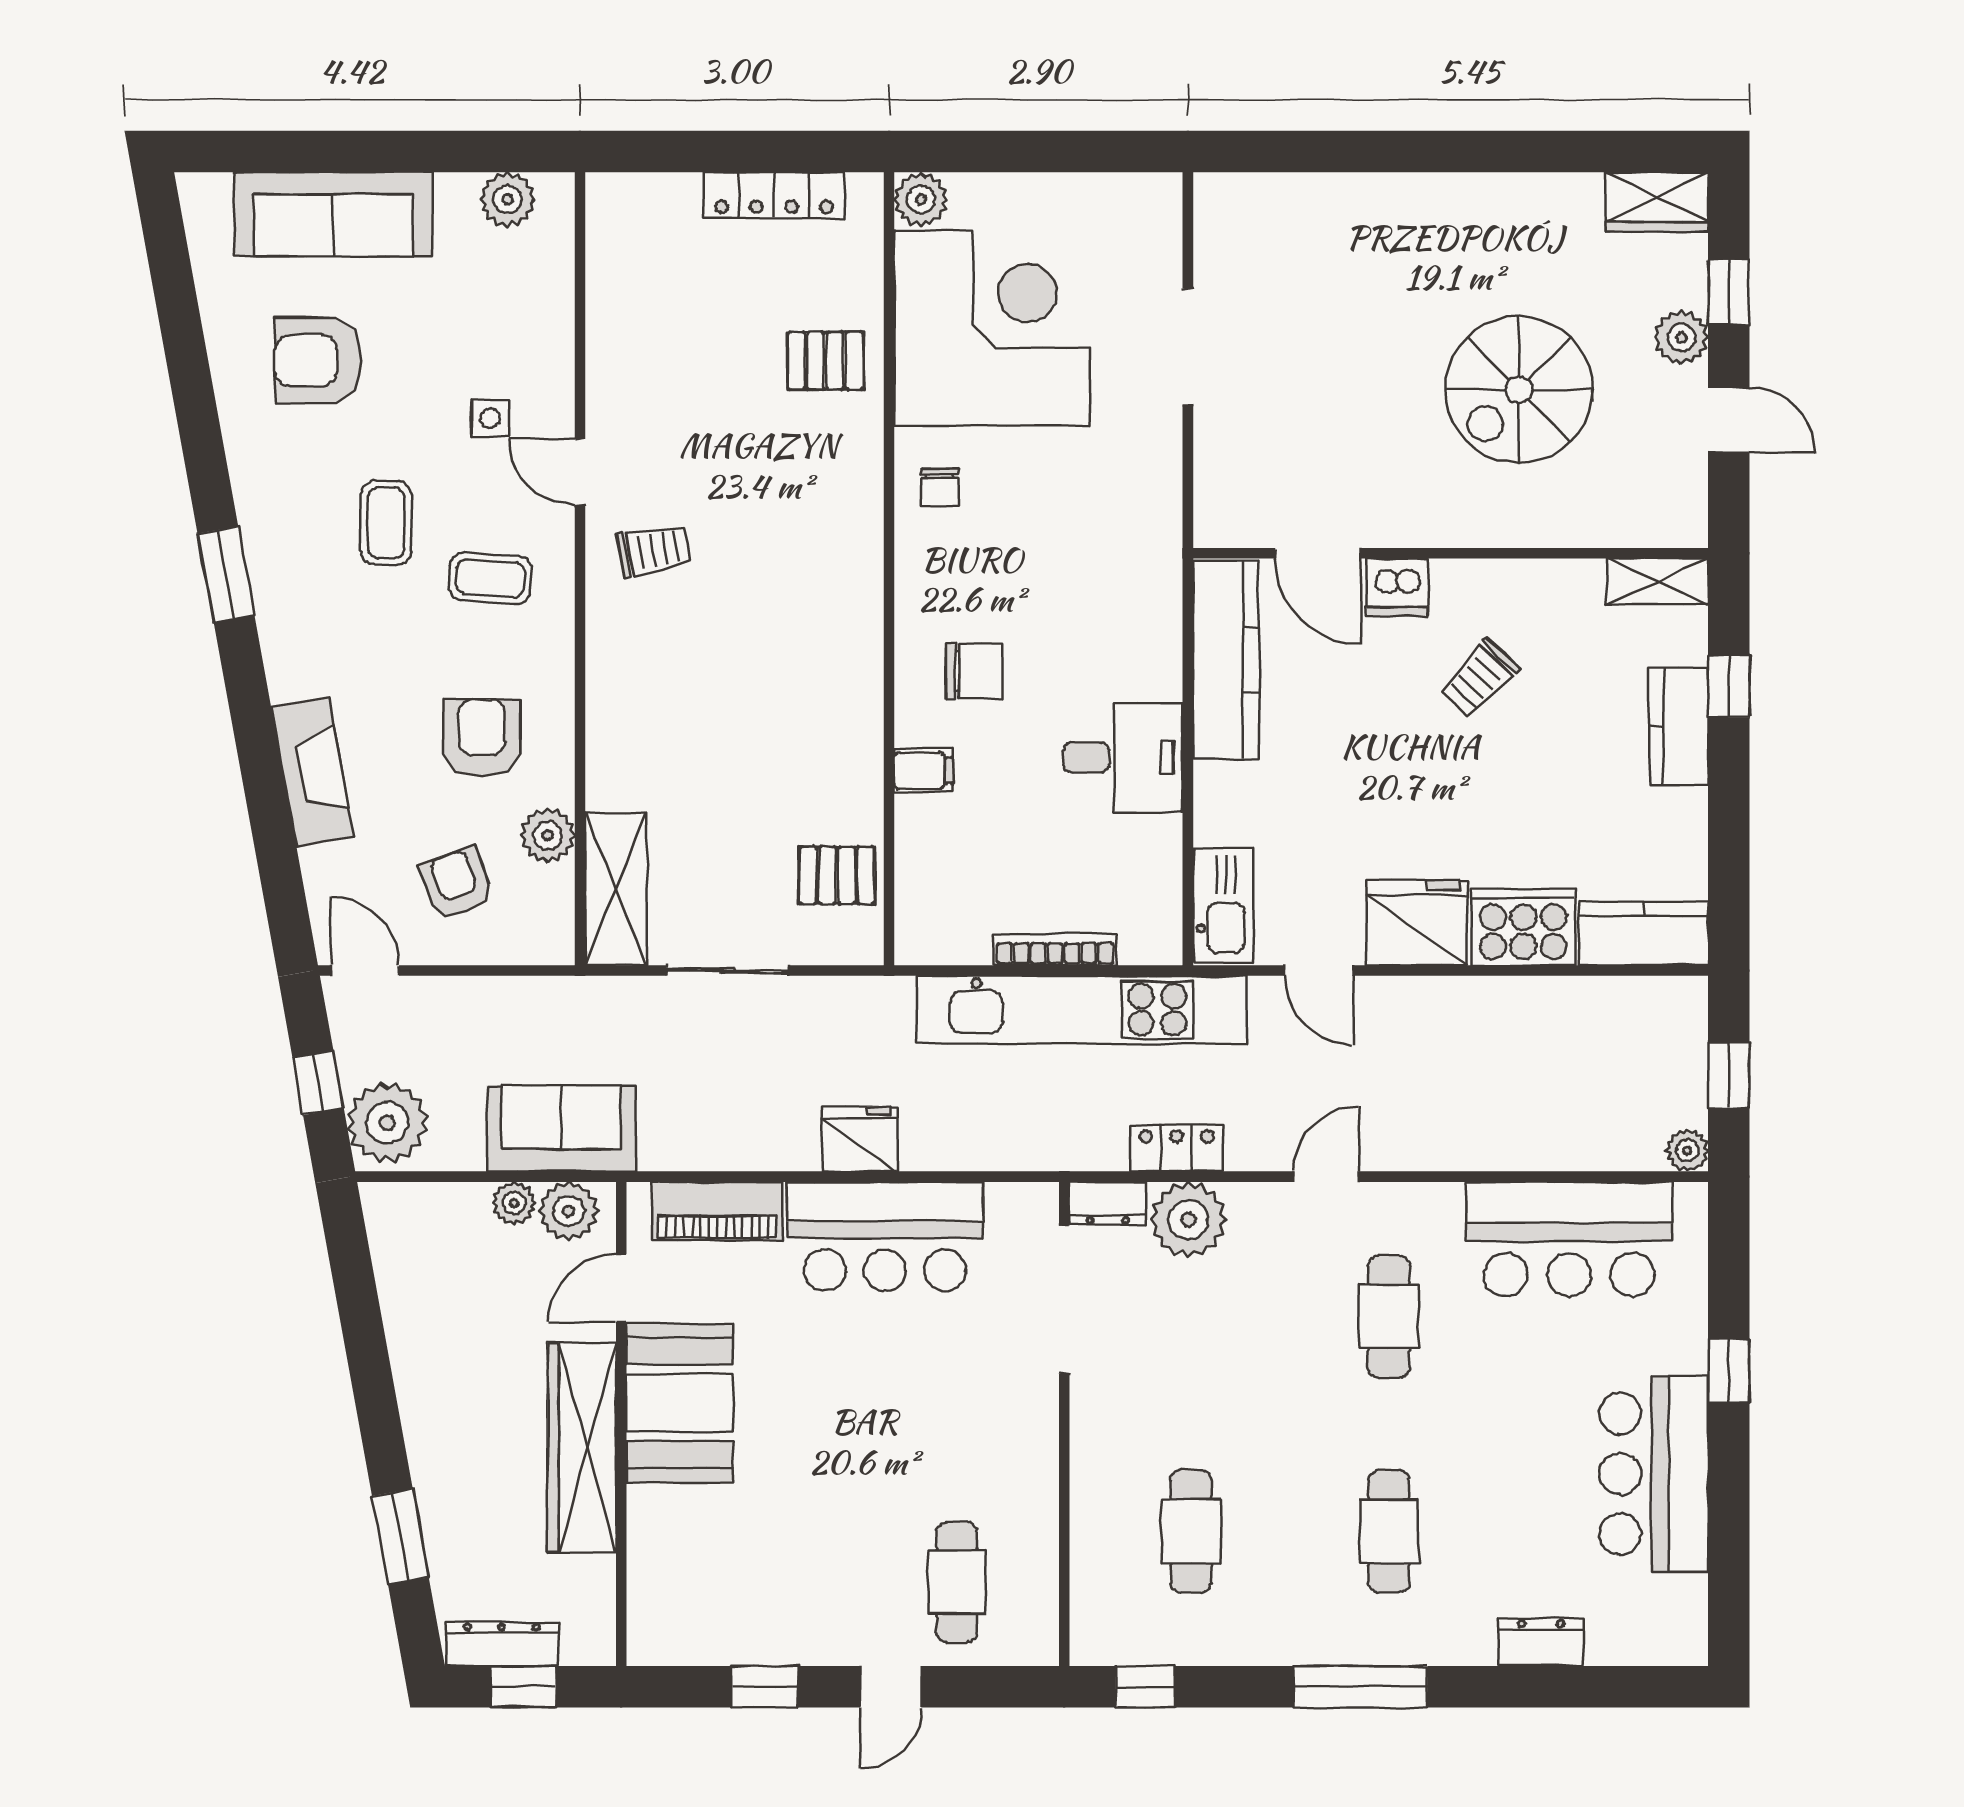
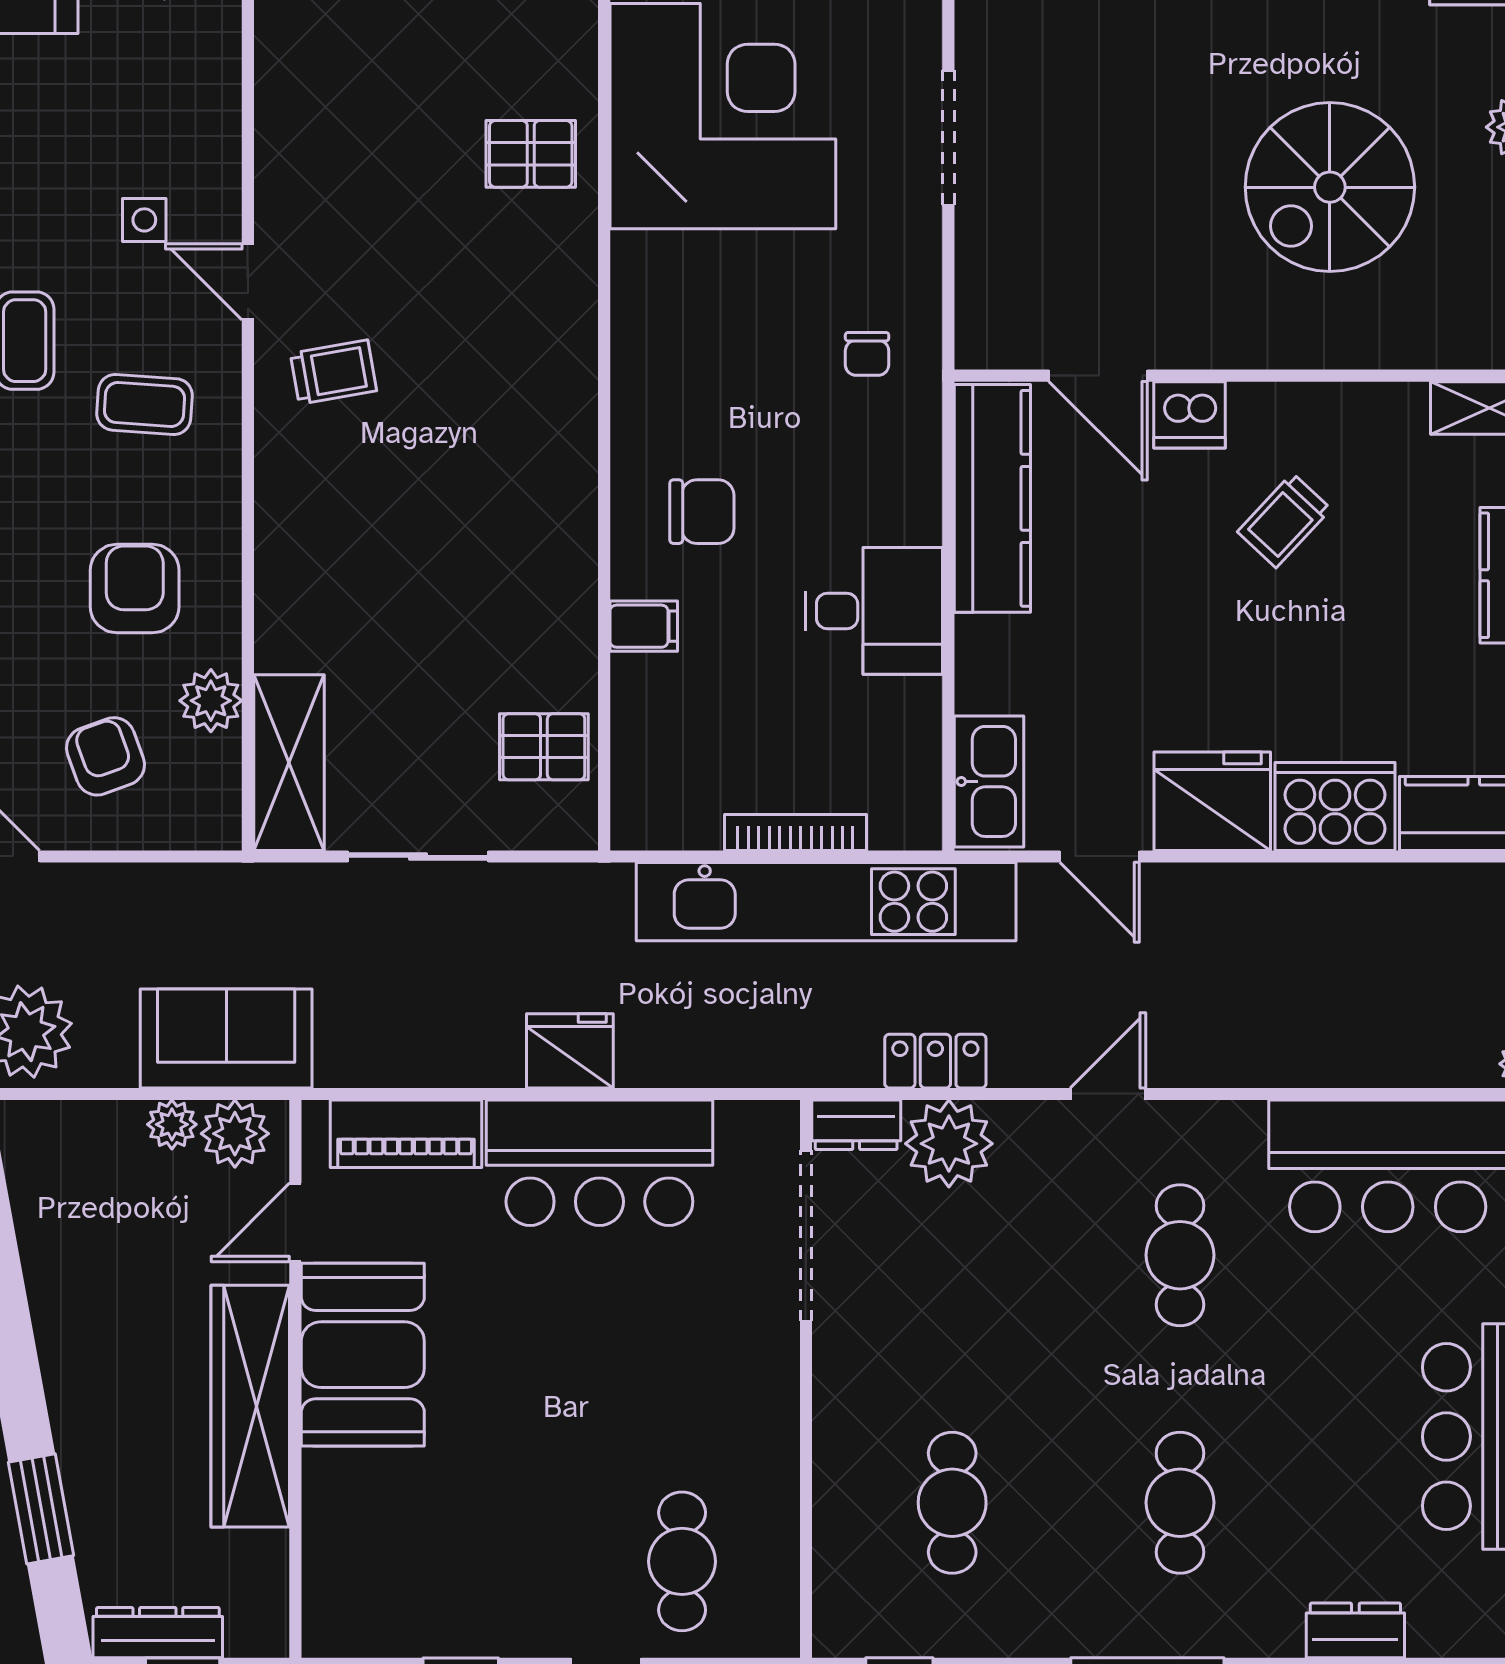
chair: (940, 487) -> (867, 354), moved

